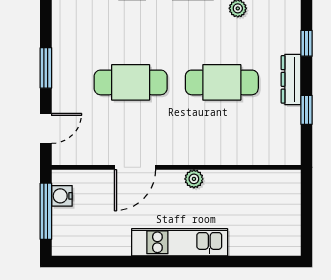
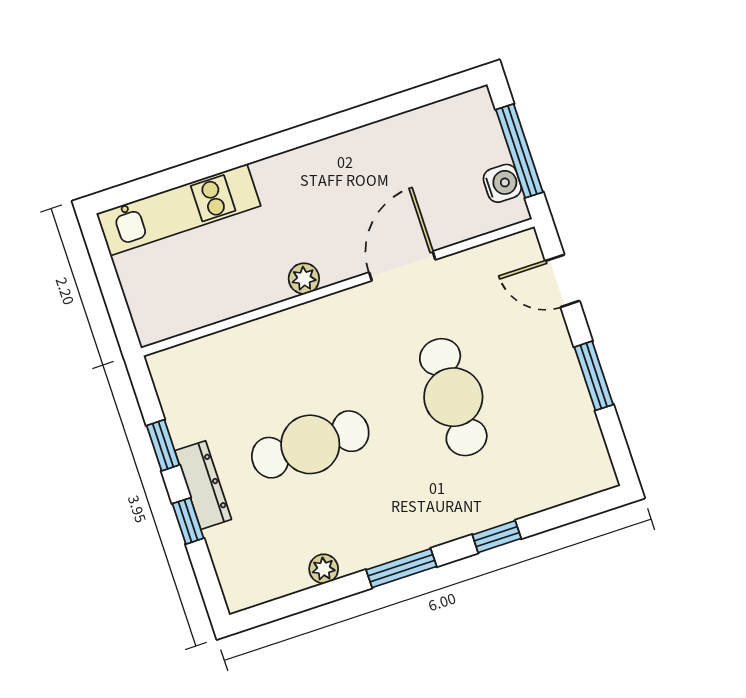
window: (307, 43) -> (188, 521), moved
cafe table: (131, 82) -> (453, 397), turned 90
door: (46, 128) -> (562, 281), hinge flipped
kitchen unit: (180, 242) -> (178, 210), moved

